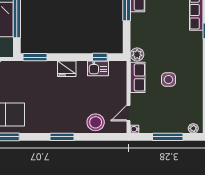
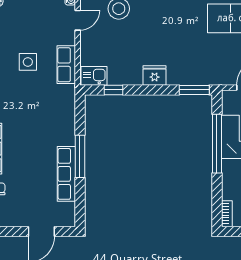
plant: (137, 54) -> (67, 93), removed
kitchen sink: (98, 68) -> (94, 76), moved

